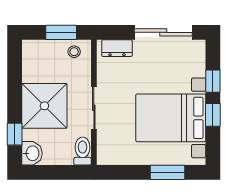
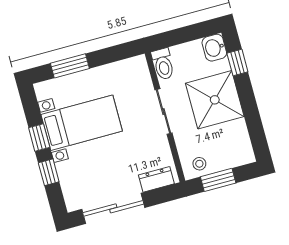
bed with nightstands: (171, 118) -> (82, 123), width x0.73

